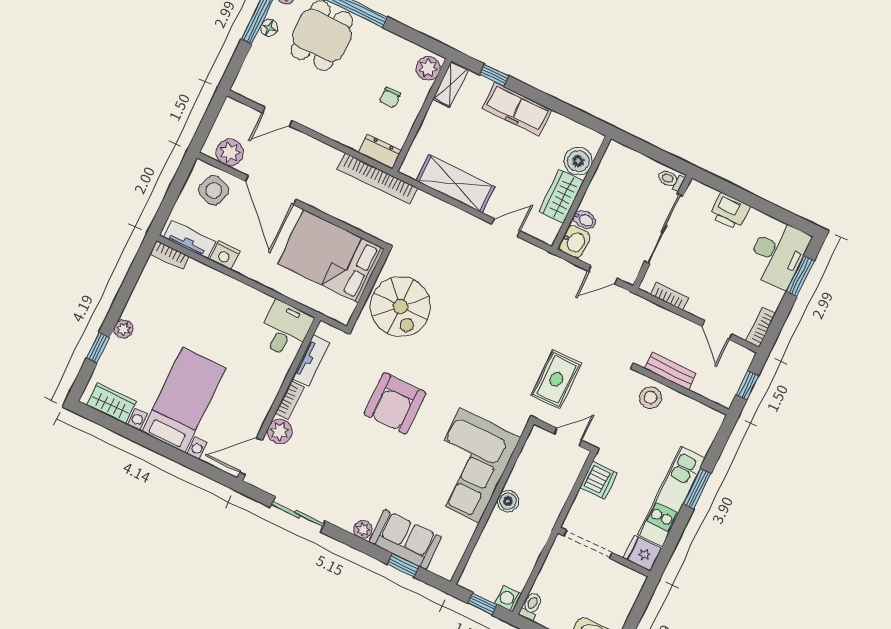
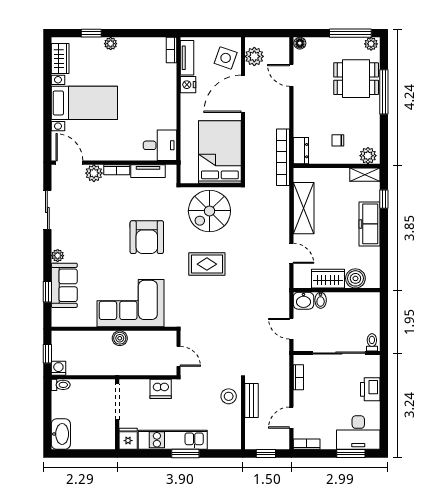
floor lamp: (269, 28) -> (300, 43), moved
rug: (556, 379) -> (207, 264), moved
armchair: (395, 403) -> (147, 237), turned -90

